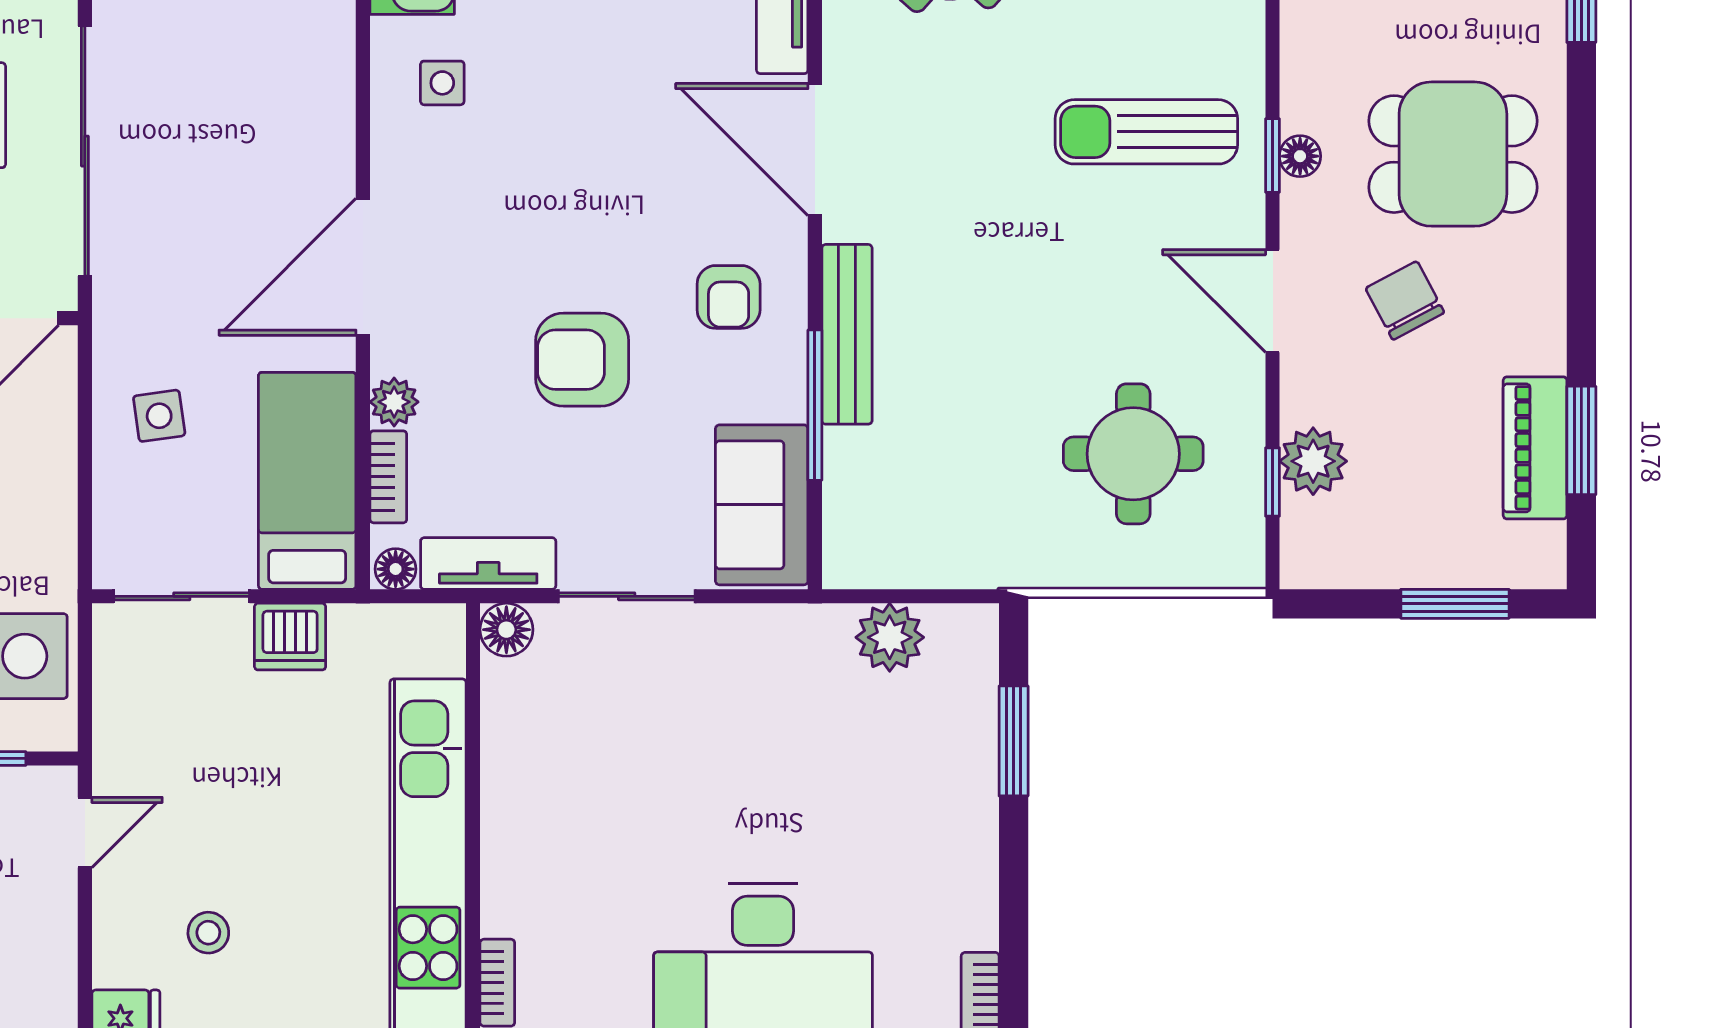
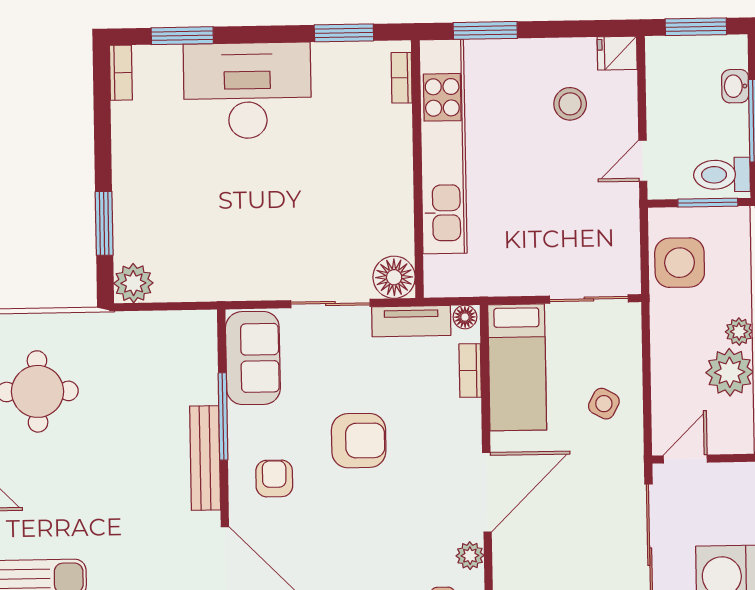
plant: (394, 402) -> (470, 556), moved
side table: (159, 416) -> (604, 404), turned 36
floor lamp: (506, 630) -> (394, 277), width x1.38, depth x1.38
dishwasher: (290, 637) -> (526, 277), removed
plant: (890, 637) -> (133, 283), moved
stool: (208, 933) -> (570, 104), width x1.37, depth x1.37

